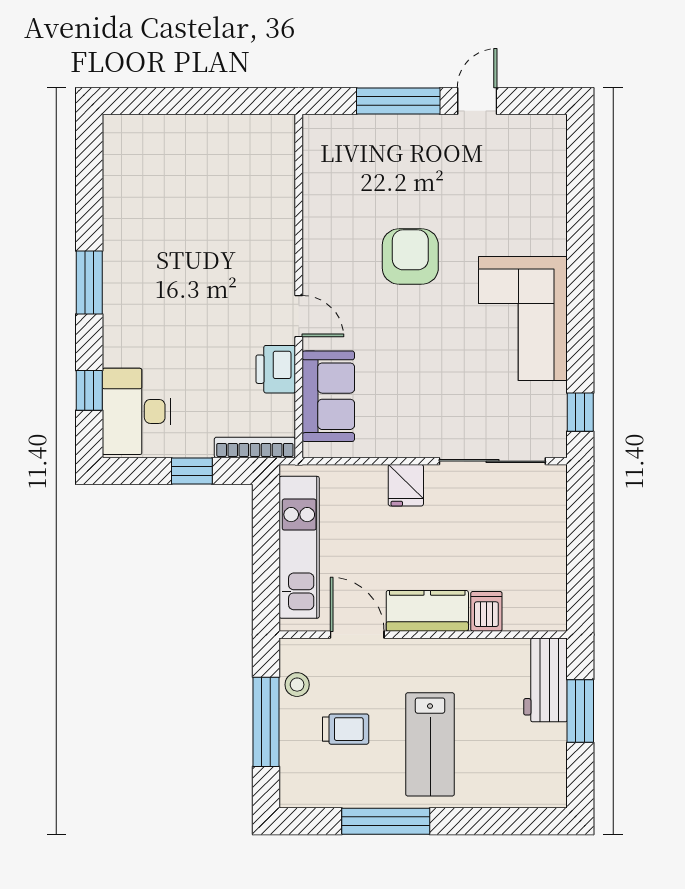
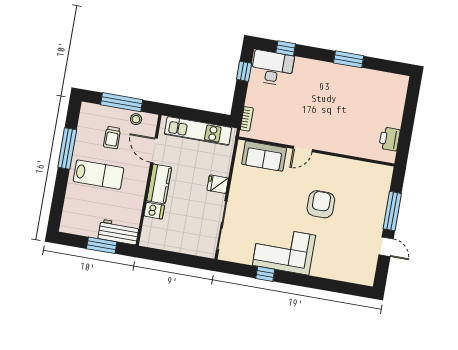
armchair: (410, 256) -> (321, 204), turned -90
window: (89, 283) -> (349, 59), moved
printer: (276, 369) -> (390, 139), moved, turned -90
window: (580, 412) -> (265, 274), moved
bookcase: (255, 447) -> (247, 119), width x0.64
window: (192, 471) -> (244, 71), moved
door: (357, 635) -> (154, 150), swing flipped
lab bench: (430, 744) -> (98, 175), turned 180

